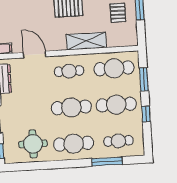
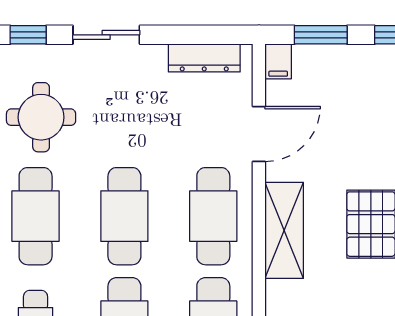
shelving: (86, 41) -> (284, 230), moved
cafe table: (69, 71) -> (213, 216), width x1.37, depth x1.35

